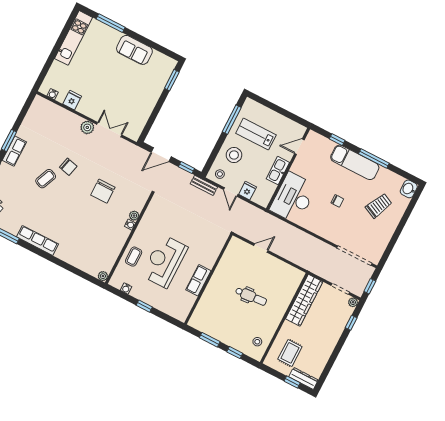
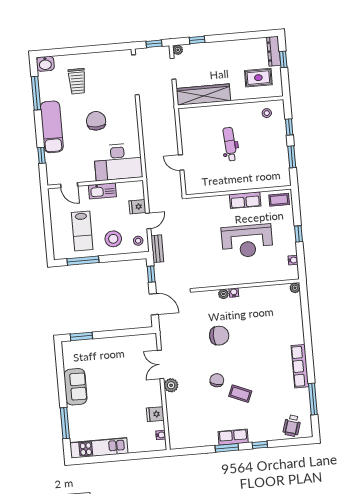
window: (374, 159) -> (36, 93), moved
chair: (337, 201) -> (96, 121), width x1.87, depth x1.87
trolley: (379, 206) -> (77, 81), turned -115
coffee table: (134, 257) -> (279, 200), moved

